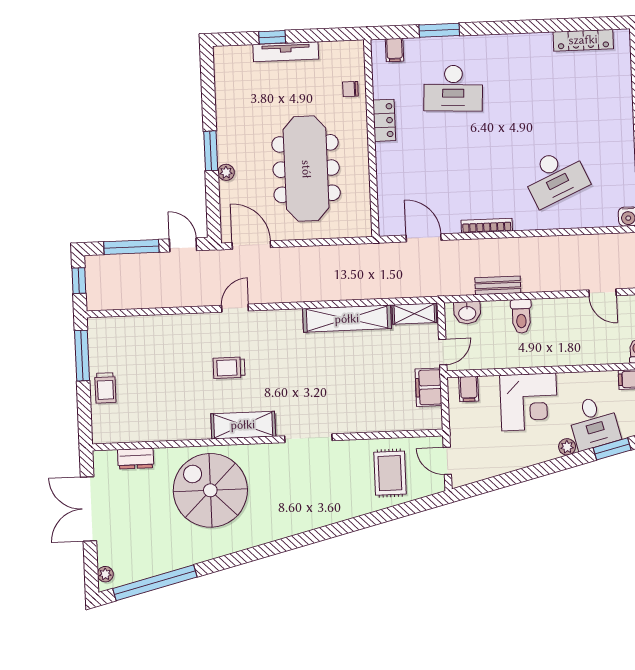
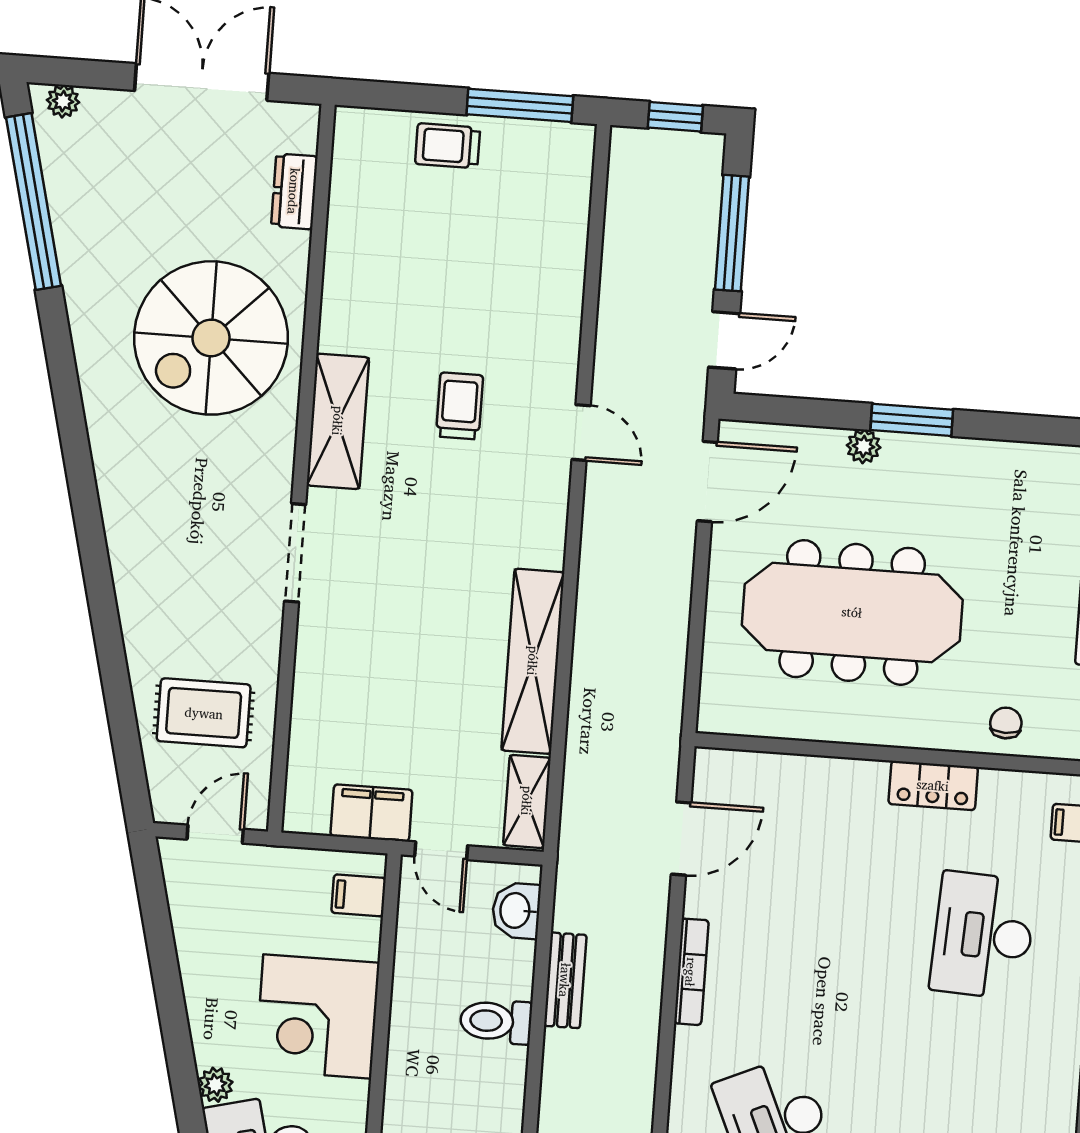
spiral stairs: (210, 490) -> (211, 338), turned 180

